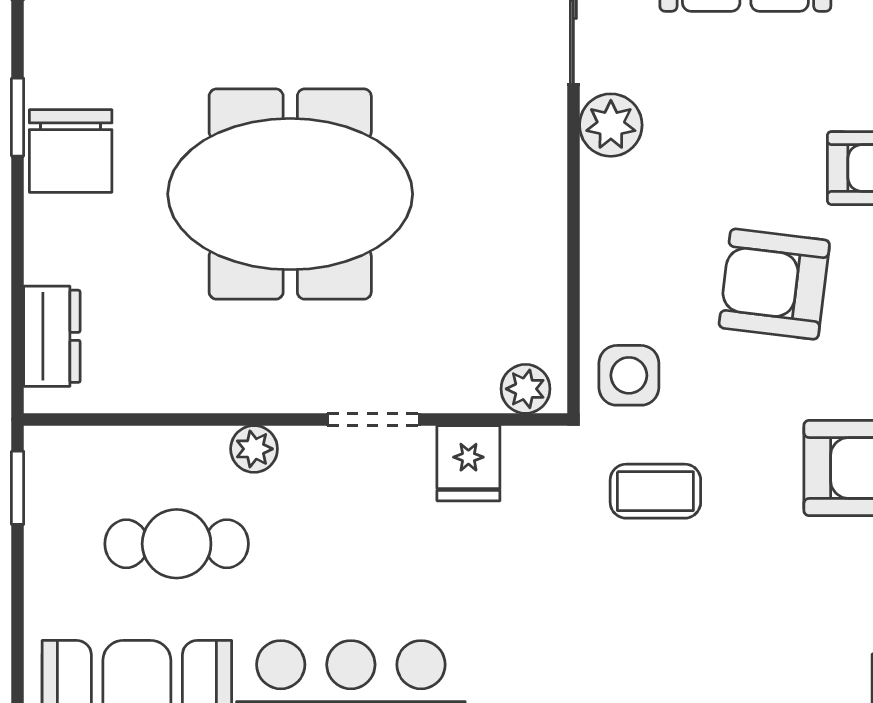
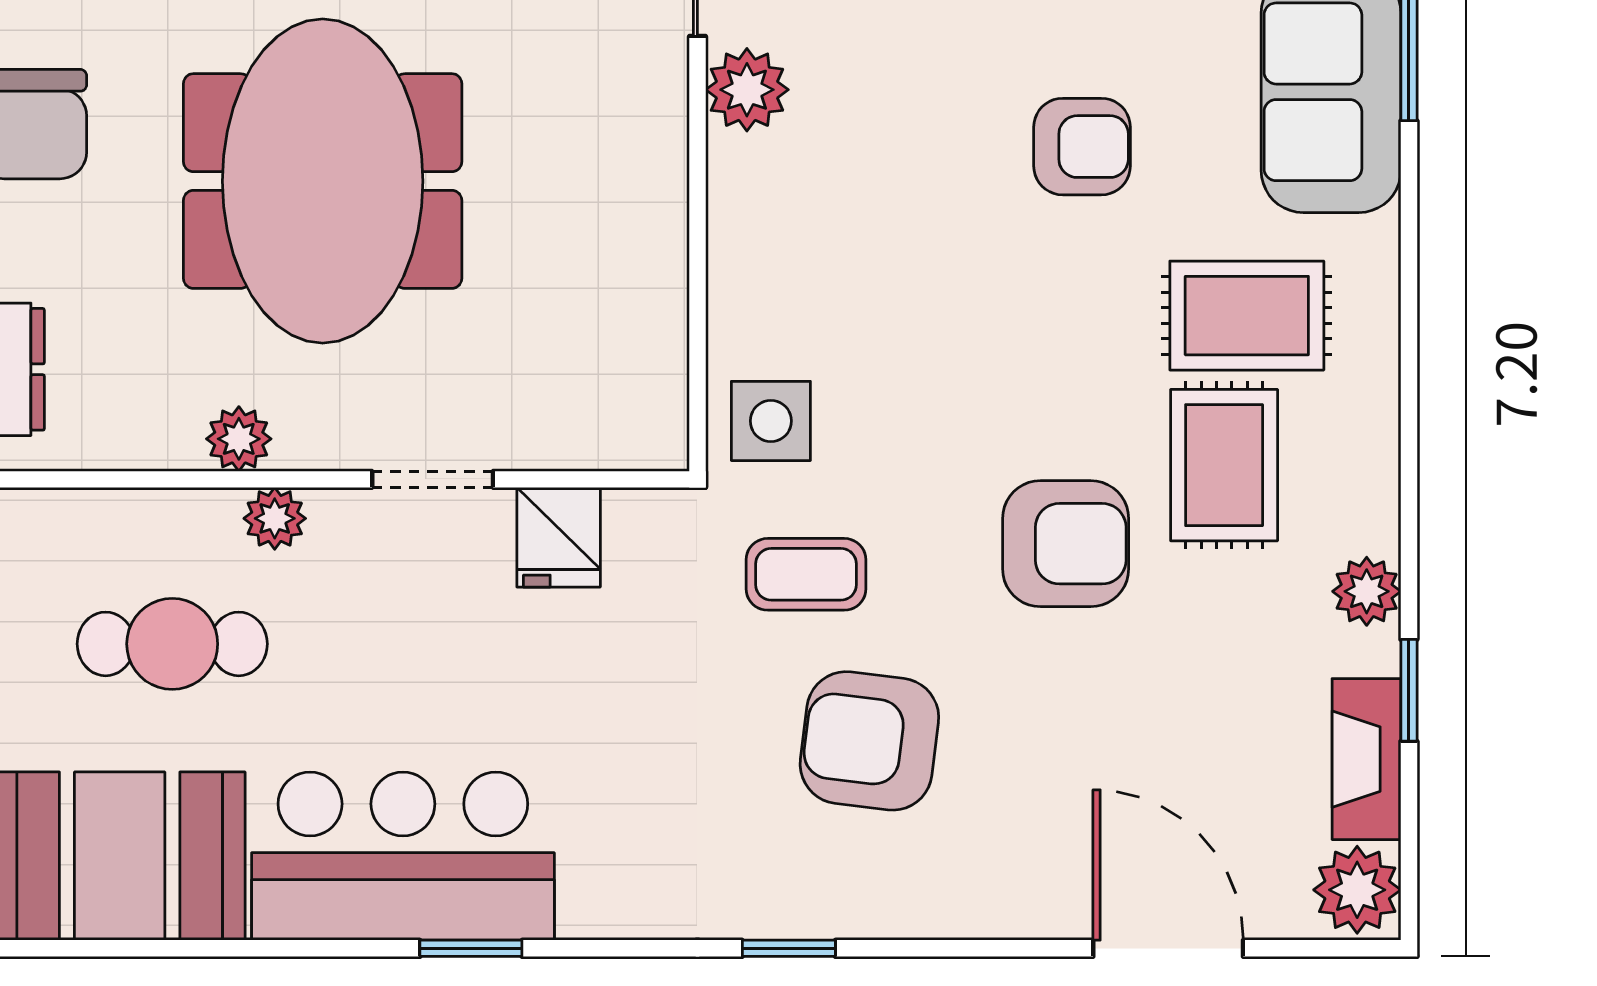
meeting table: (290, 194) -> (323, 181), turned 90
armchair: (774, 284) -> (869, 741), moved
plant: (525, 389) -> (239, 439), moved

